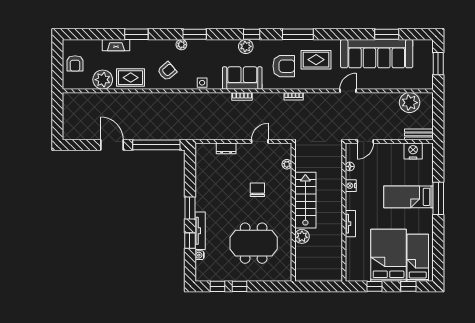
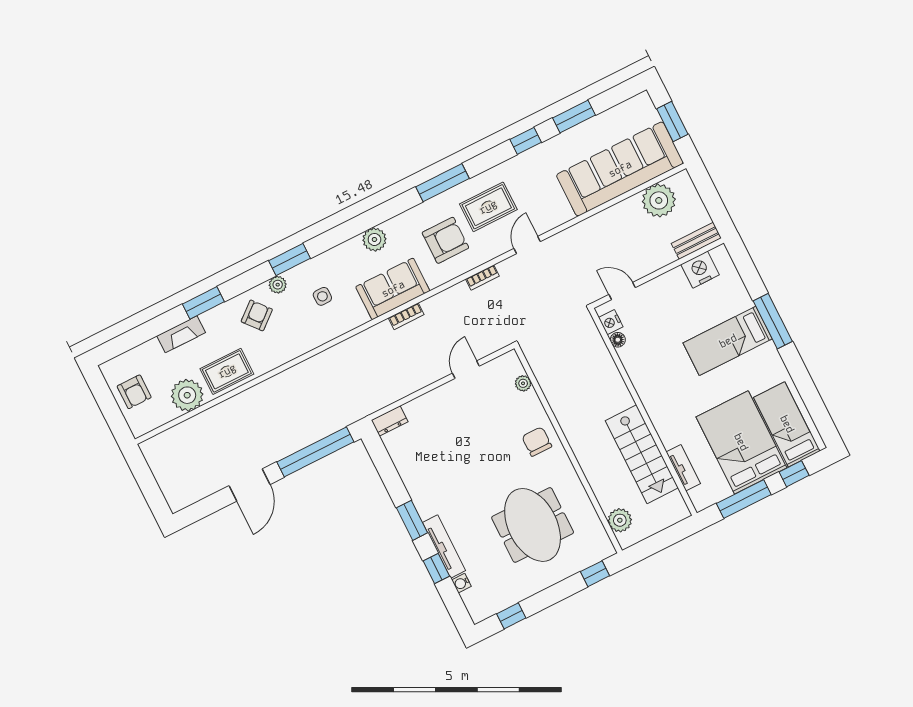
window: (252, 34) -> (526, 141), moved
sofa: (377, 54) -> (620, 169), moved, turned 180
armchair: (167, 71) -> (257, 315), moved
side table: (202, 83) -> (322, 296), moved
door: (348, 91) -> (527, 245), moved
door: (365, 141) -> (622, 291), swing flipped
door: (112, 145) -> (250, 485), swing flipped
dresser: (226, 148) -> (390, 421), moved
nightstand: (351, 186) -> (611, 322), moved
chair: (257, 190) -> (537, 442), moved
stairs: (305, 200) -> (642, 454), moved, turned 180
tv unit: (350, 224) -> (683, 468), moved
plant: (302, 236) -> (620, 520), moved
meeting table: (254, 243) -> (533, 525), turned 90
window: (239, 286) -> (595, 574), moved
window: (374, 286) -> (744, 499), width x2.17

